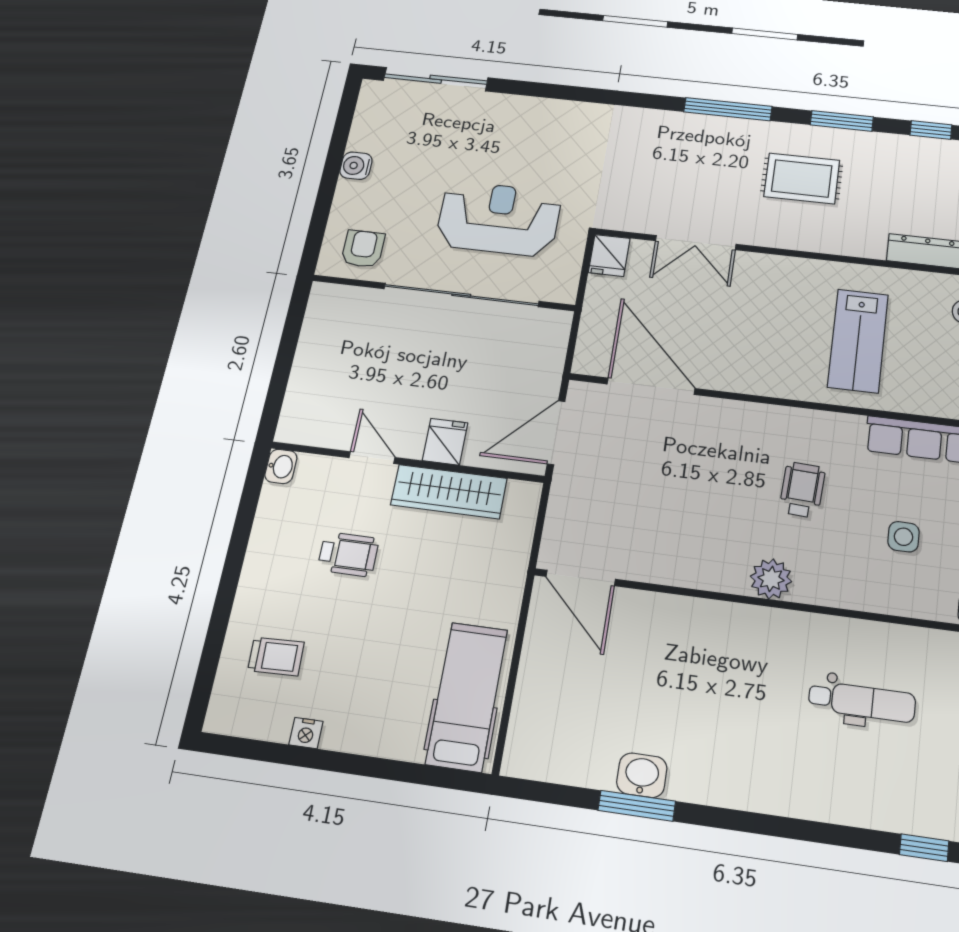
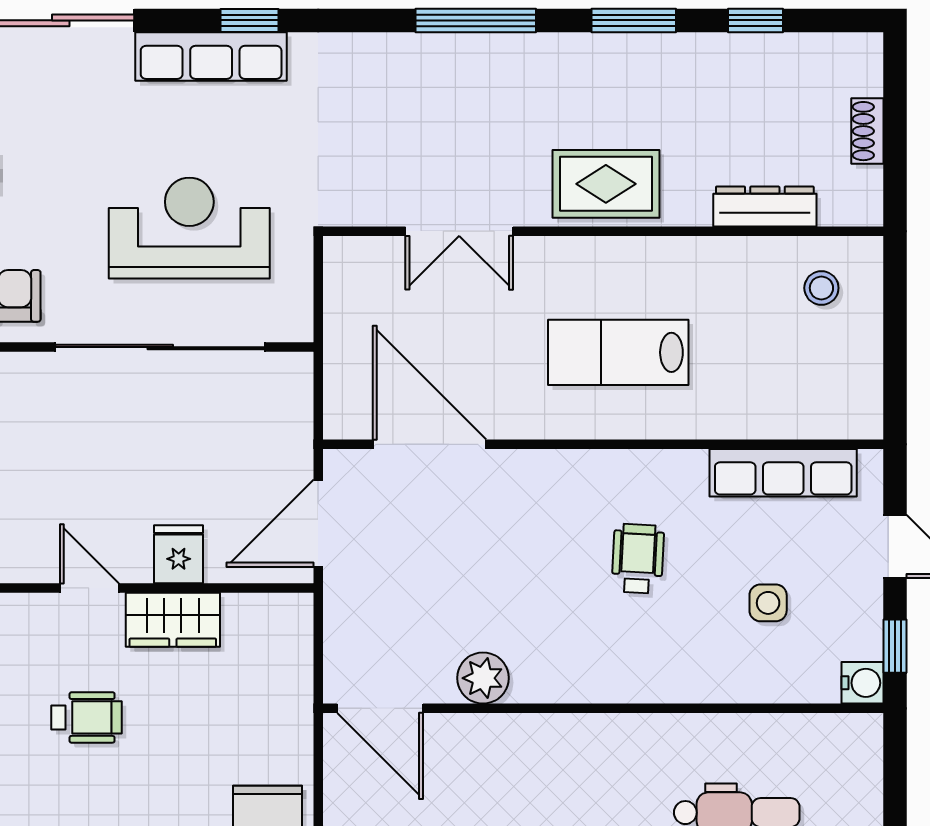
window: (567, 93) -> (249, 20), added
row of seats: (536, 112) -> (211, 57), added
rug: (802, 178) -> (606, 184), moved
fridge: (609, 255) -> (347, 265), removed
lab bench: (858, 341) -> (618, 352), moved, turned 90
wardrobe: (449, 492) -> (173, 620), width x0.67
plant: (771, 579) -> (483, 678), moved

